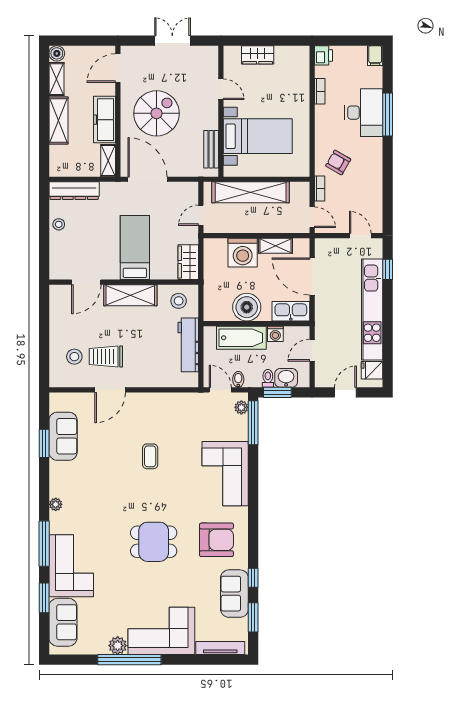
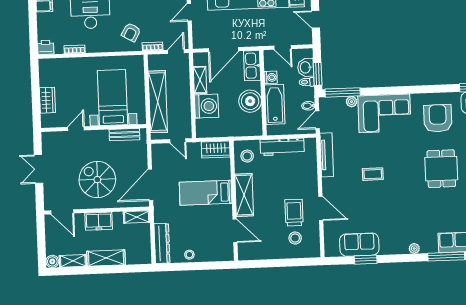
freezer: (105, 120) -> (99, 221), width x0.71
trolley: (106, 356) -> (294, 213), turned 180
tv unit: (176, 400) -> (327, 155), added
plant: (241, 407) -> (351, 102), moved

